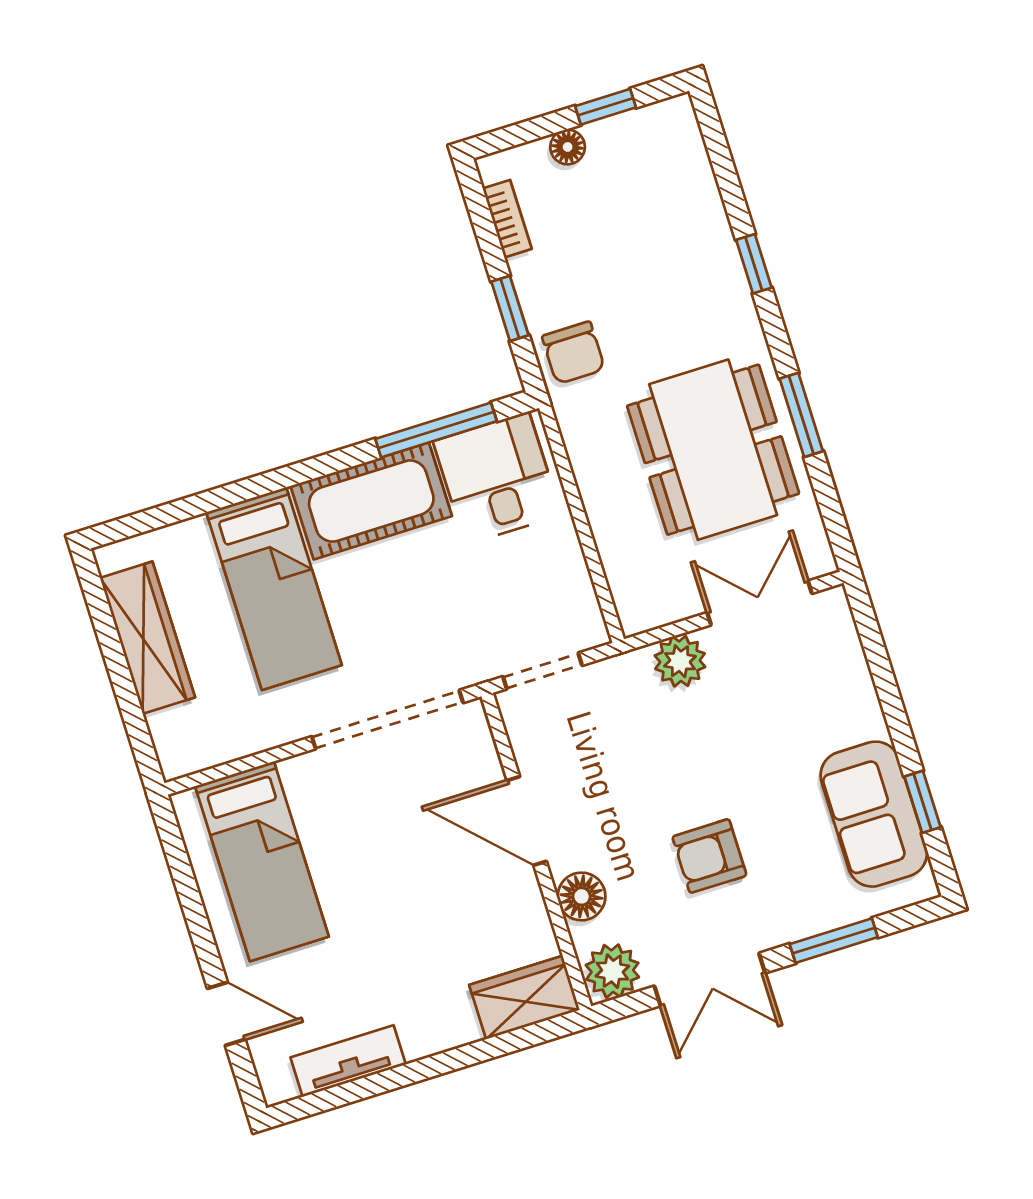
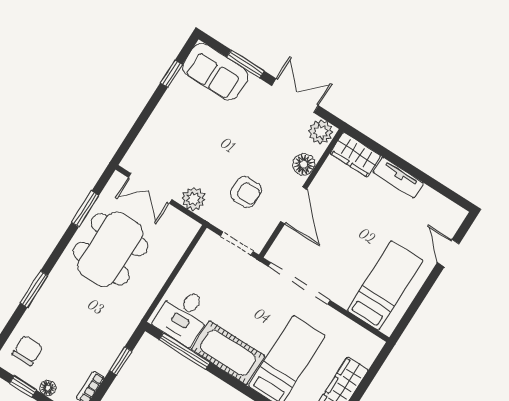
window: (754, 264) -> (34, 289), width x1.50
chair: (573, 353) -> (28, 351), moved
window: (801, 415) -> (85, 209), moved
sofa: (874, 814) -> (215, 72), moved, turned 90
armchair: (709, 856) -> (246, 192), moved
tv unit: (348, 1061) -> (398, 178), moved

